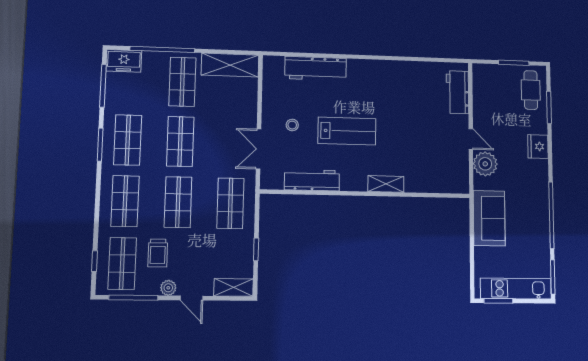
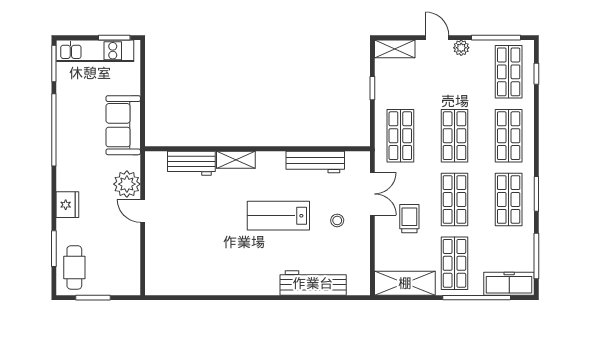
freezer: (124, 61) -> (509, 284), width x1.40
workbench: (457, 92) -> (191, 163), moved, turned 90
trolley: (158, 253) -> (409, 219), moved

